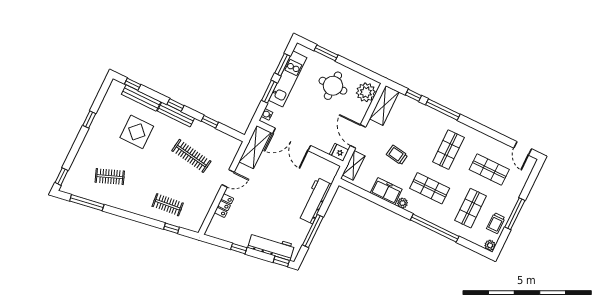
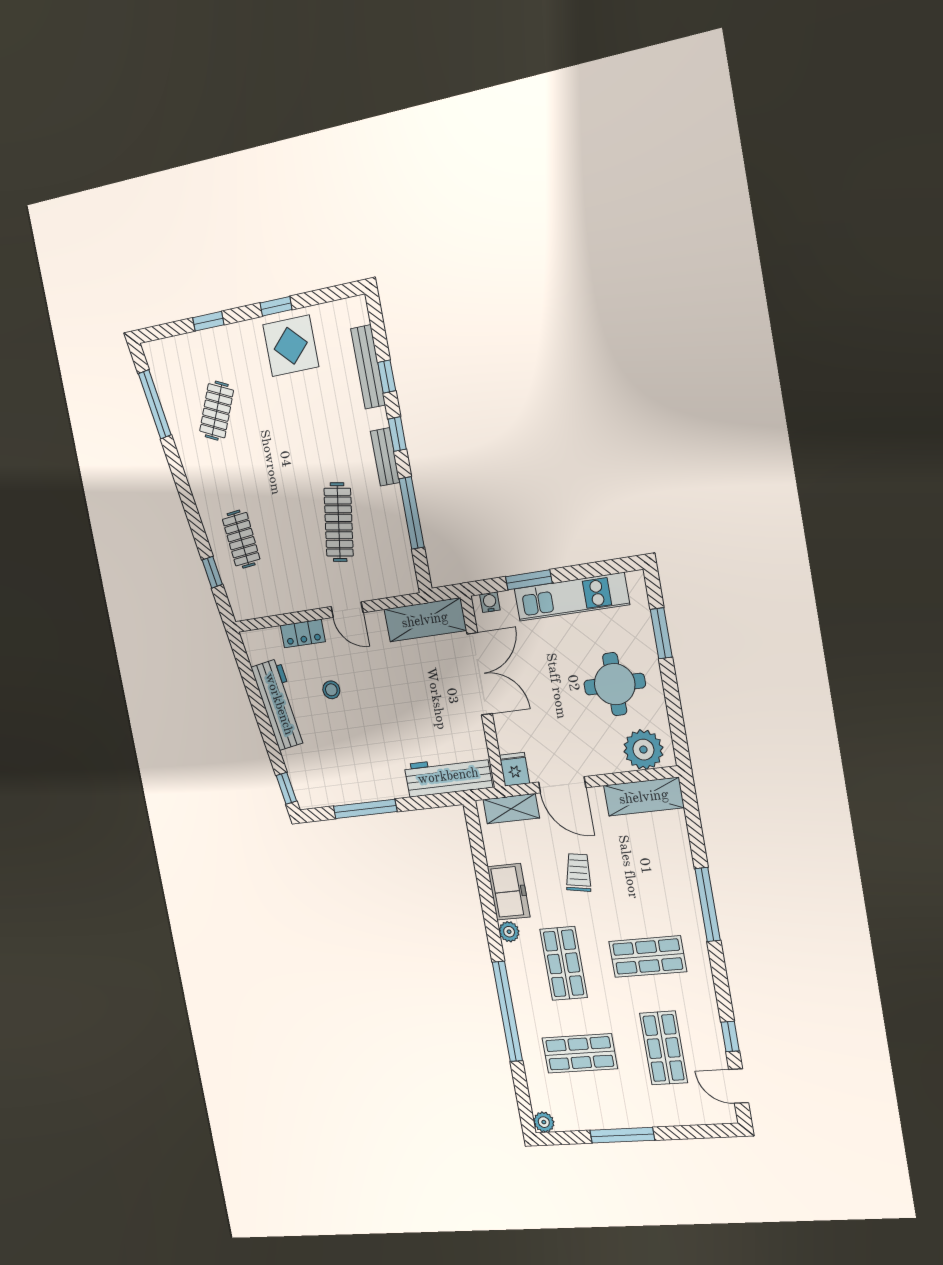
window: (283, 65) -> (589, 570), removed
window: (133, 84) -> (387, 377), moved
window: (413, 95) -> (730, 1037), moved
bench: (176, 115) -> (385, 457), width x0.73
window: (210, 122) -> (412, 513), width x2.17
display table: (137, 132) -> (291, 346), moved
door: (358, 136) -> (562, 785), swing flipped
double door: (292, 139) -> (480, 674), swing flipped
door: (523, 148) -> (739, 1086), hinge flipped
window: (62, 177) -> (208, 321), moved
clothes rail: (110, 177) -> (217, 411), turned 45
workbench: (315, 201) -> (448, 776), moved
stool: (255, 210) -> (331, 690), added
trolley: (496, 223) -> (585, 1111), removed
workbench: (271, 246) -> (279, 704), moved
window: (239, 249) -> (258, 705), removed

